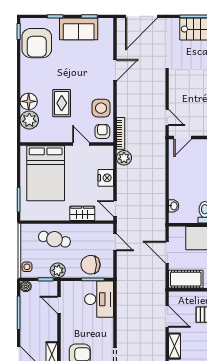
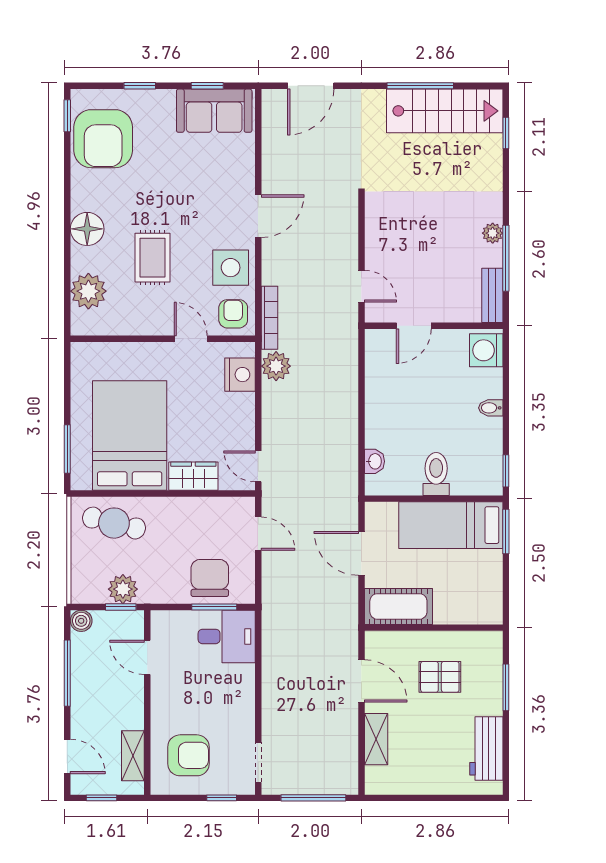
door: (141, 16) -> (311, 86), width x0.73
sofa: (79, 29) -> (214, 111), moved
door: (115, 70) -> (258, 216), moved
floor lamp: (29, 101) -> (87, 229), moved
door: (183, 137) -> (414, 326), moved
bed: (46, 173) -> (130, 435), moved, turned 180
nightstand: (106, 178) -> (240, 375), moved
cafe table: (54, 239) -> (114, 523), moved
chair: (91, 265) -> (210, 578), turned 90
side table: (27, 267) -> (84, 582), removed
plant: (58, 270) -> (123, 589), moved
desk: (99, 299) -> (227, 636), width x0.73

